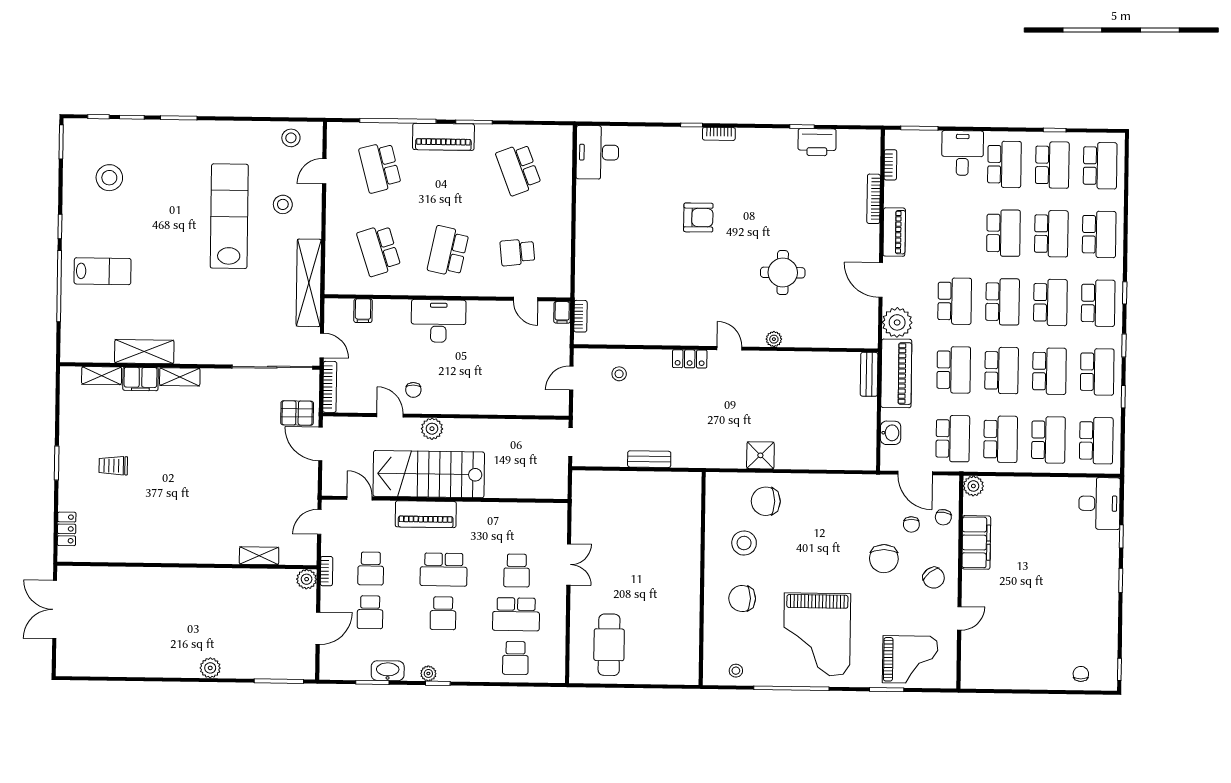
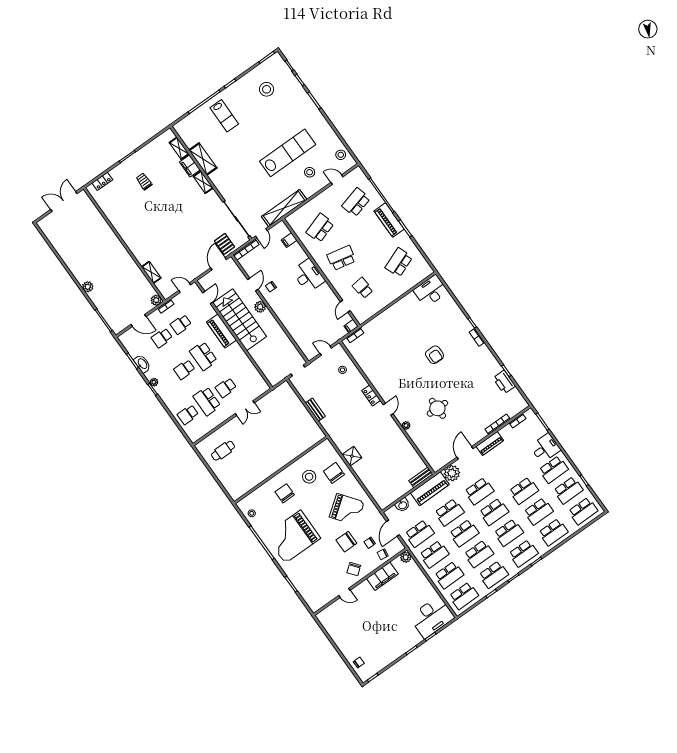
desk: (1099, 503) -> (432, 617), width x1.36, depth x1.30
cafe table: (609, 645) -> (223, 451), width x0.73, depth x0.74
grand piano: (910, 660) -> (347, 509), moved, turned -37

